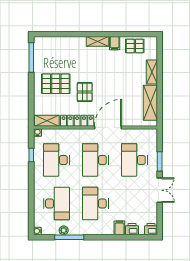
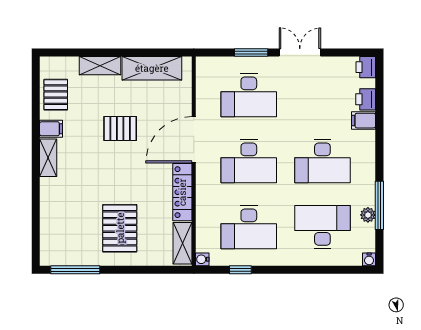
pallet: (85, 92) -> (120, 129), moved
door: (108, 127) -> (194, 140), hinge flipped

